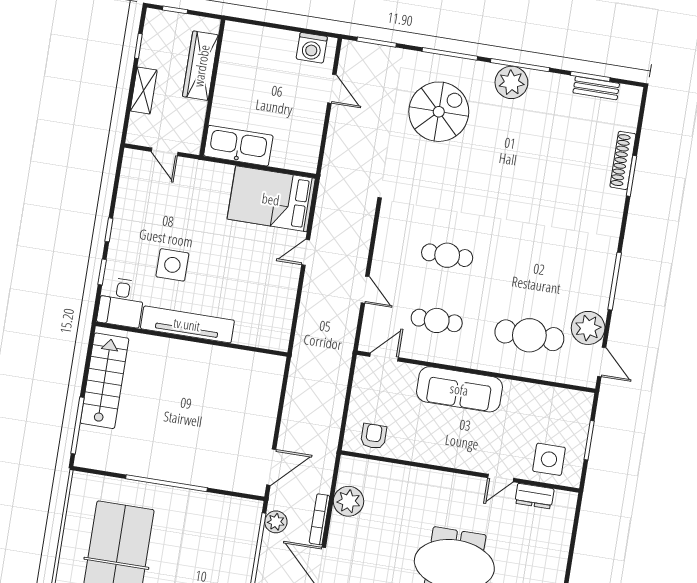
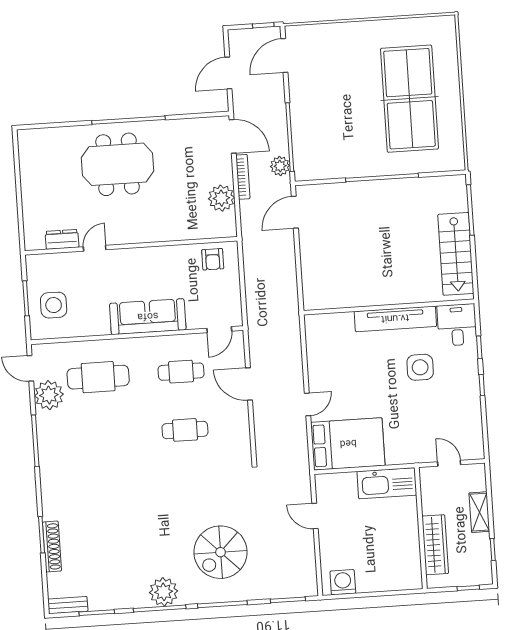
bench: (596, 88) -> (68, 605), moved
door: (332, 89) -> (315, 516), moved
door: (365, 290) -> (249, 384), width x1.38
side table: (549, 459) -> (54, 305), moved

